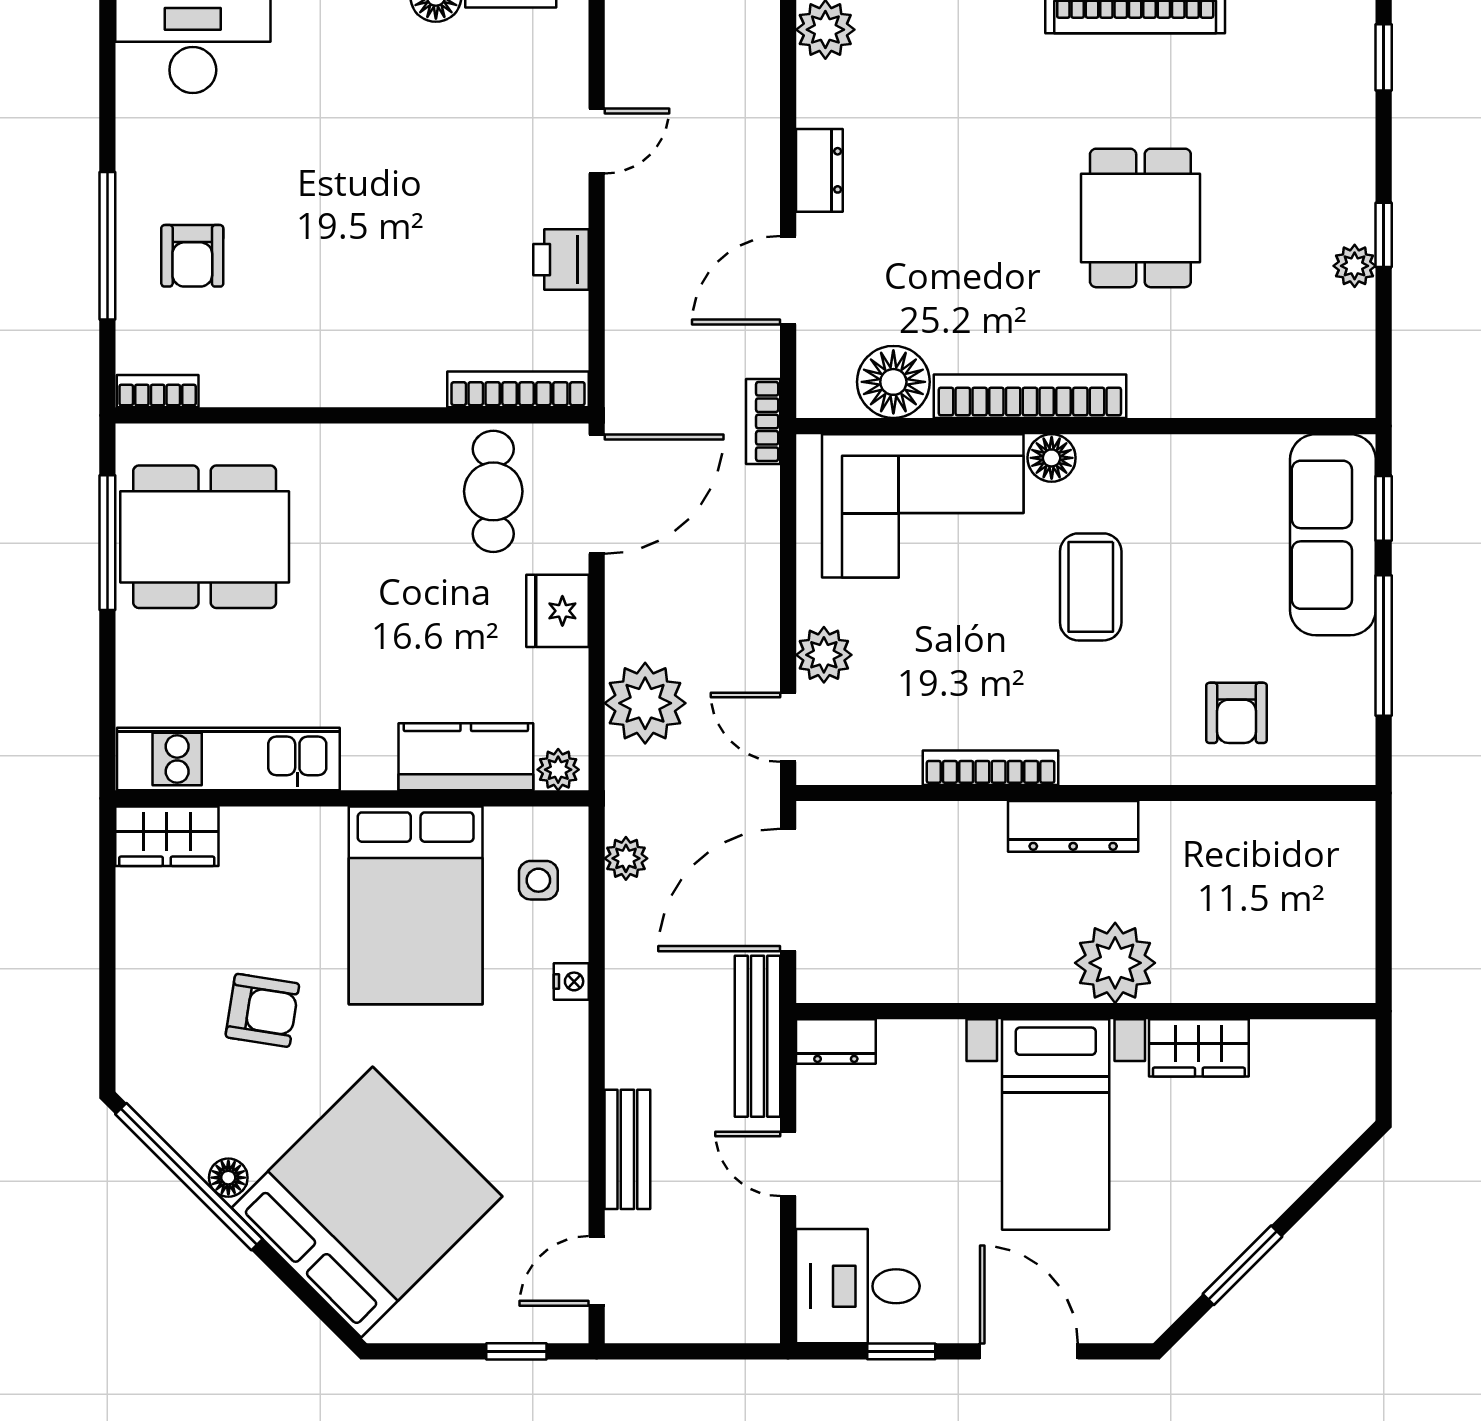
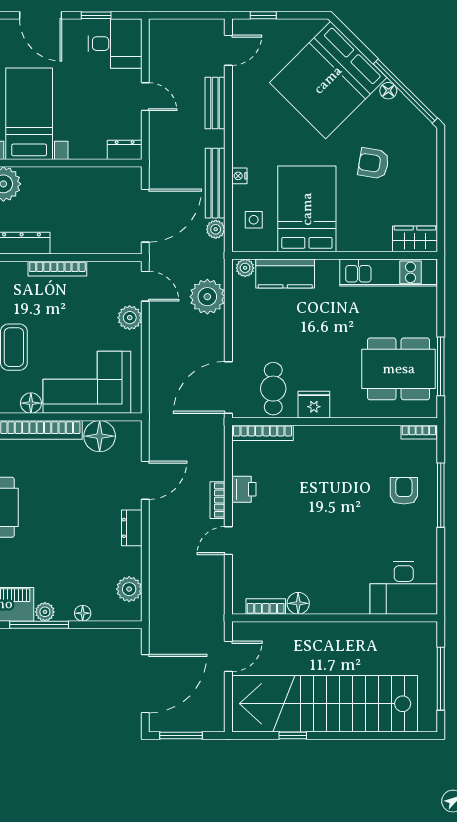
bookcase: (763, 421) -> (218, 500), moved, turned 180
fridge: (557, 611) -> (314, 405), moved, turned -90
bench: (758, 1036) -> (215, 183), moved

